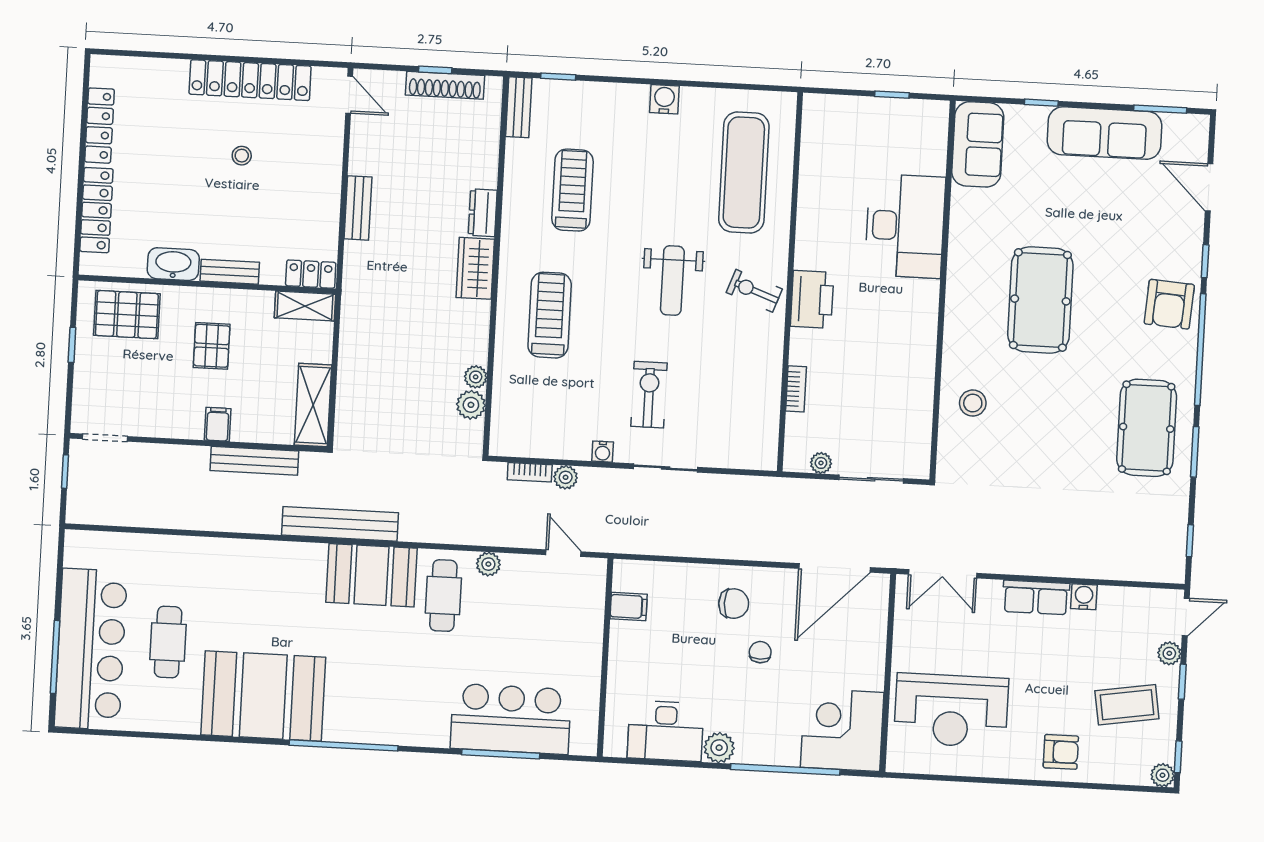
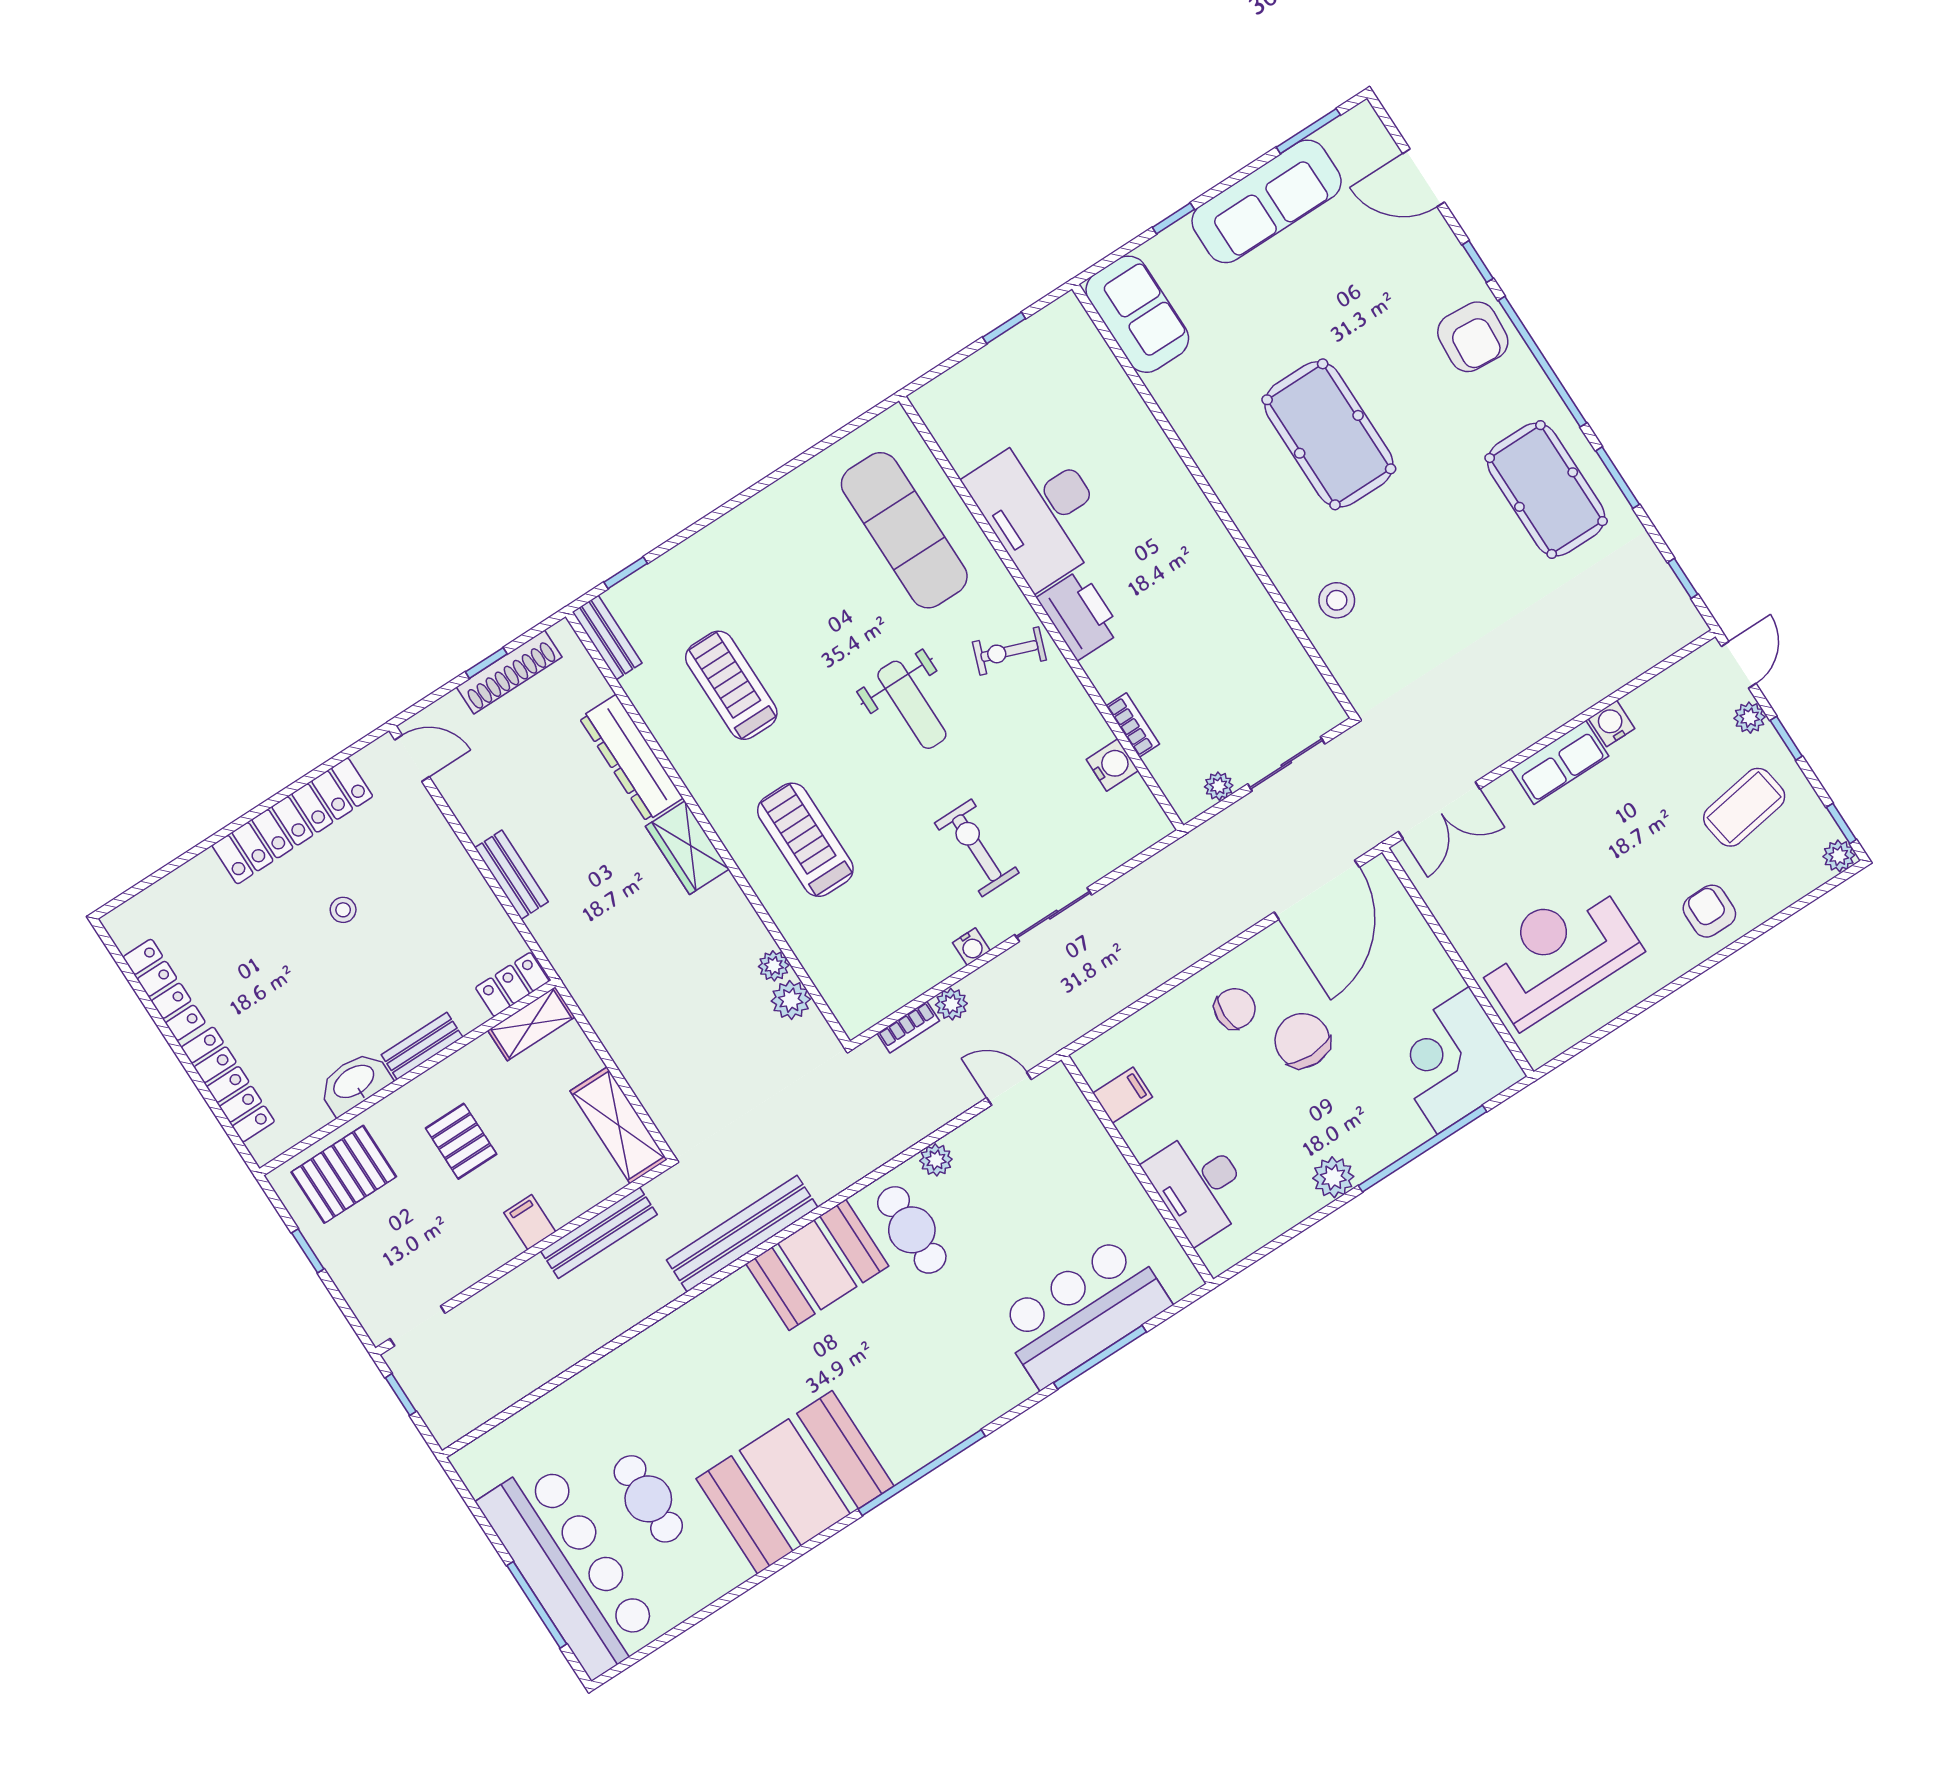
water cooler: (664, 99) -> (1112, 765), moved, turned 90
dresser: (483, 213) -> (631, 758), width x1.96, depth x1.24
desk: (905, 226) -> (1040, 510), moved, turned 180
chair: (760, 652) -> (1302, 1041), width x1.87, depth x1.87
reception desk: (951, 710) -> (1557, 953), turned 180
desk: (665, 731) -> (1199, 1186), moved, turned 90
armchair: (1061, 752) -> (1709, 911), turned -90

